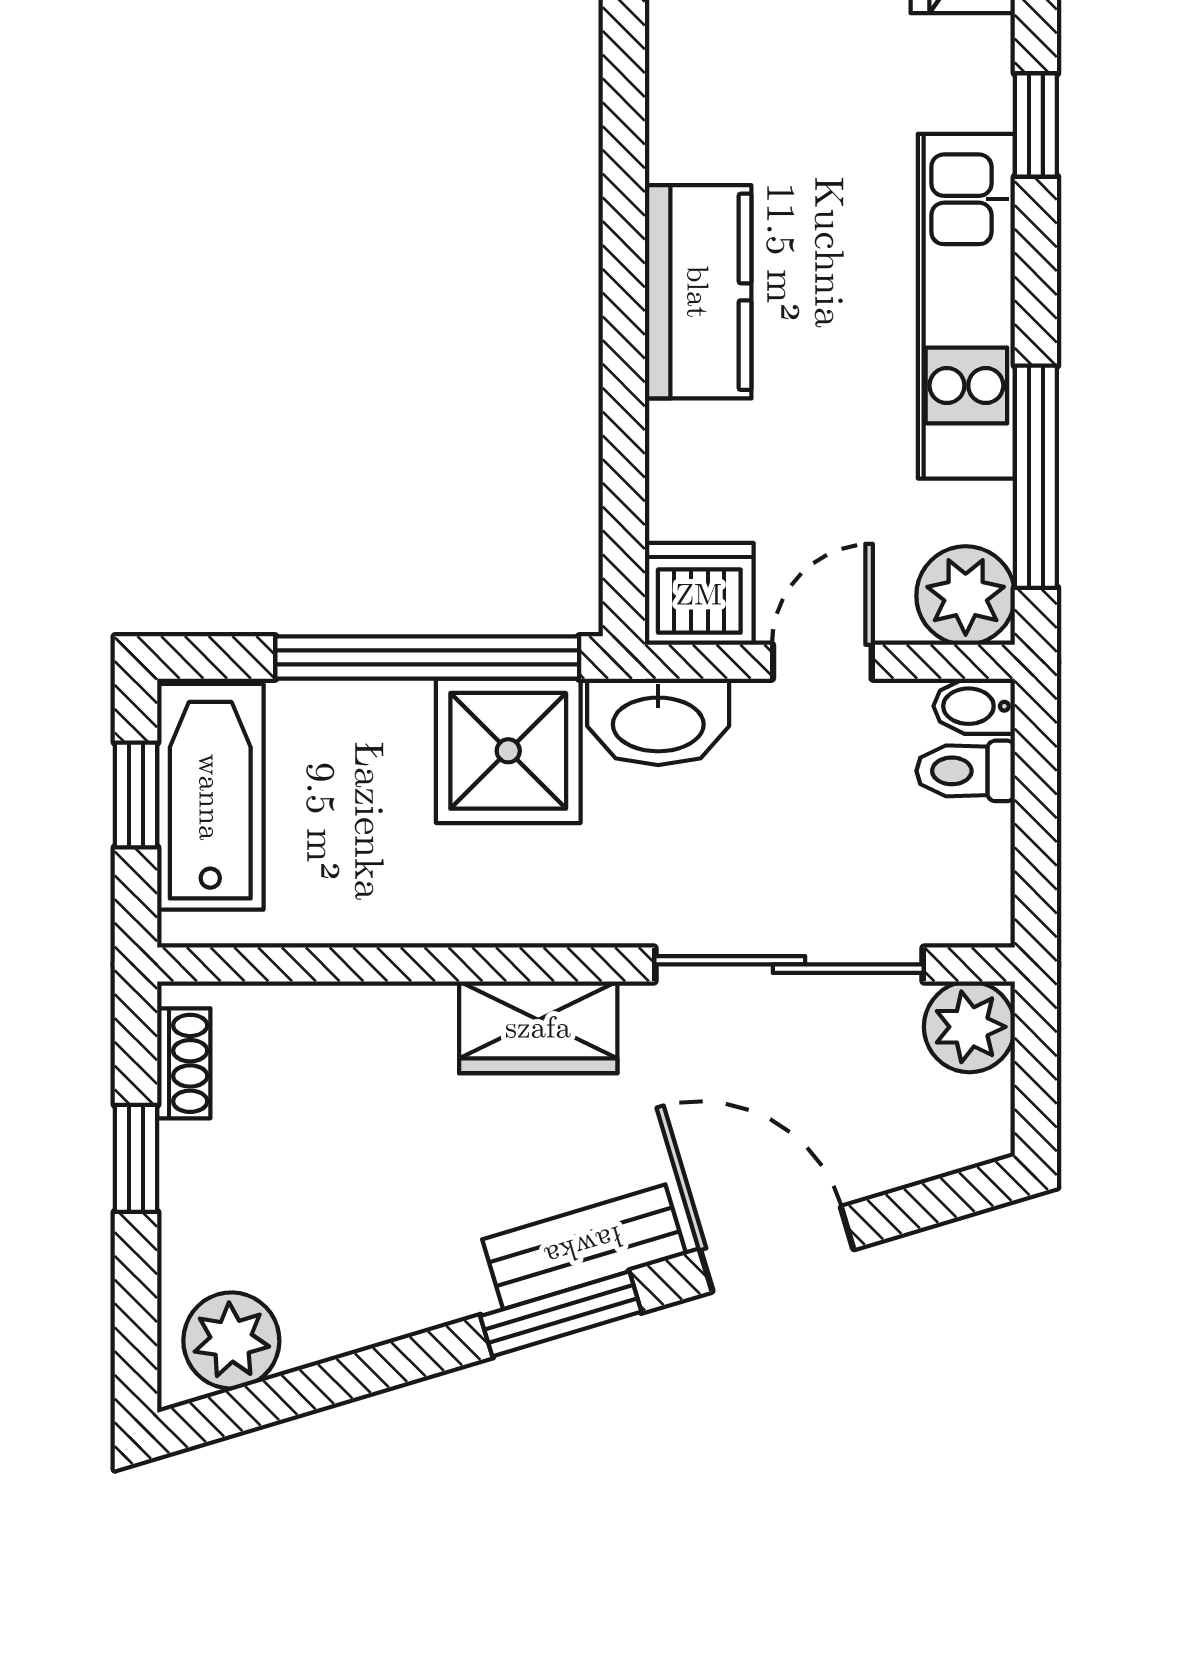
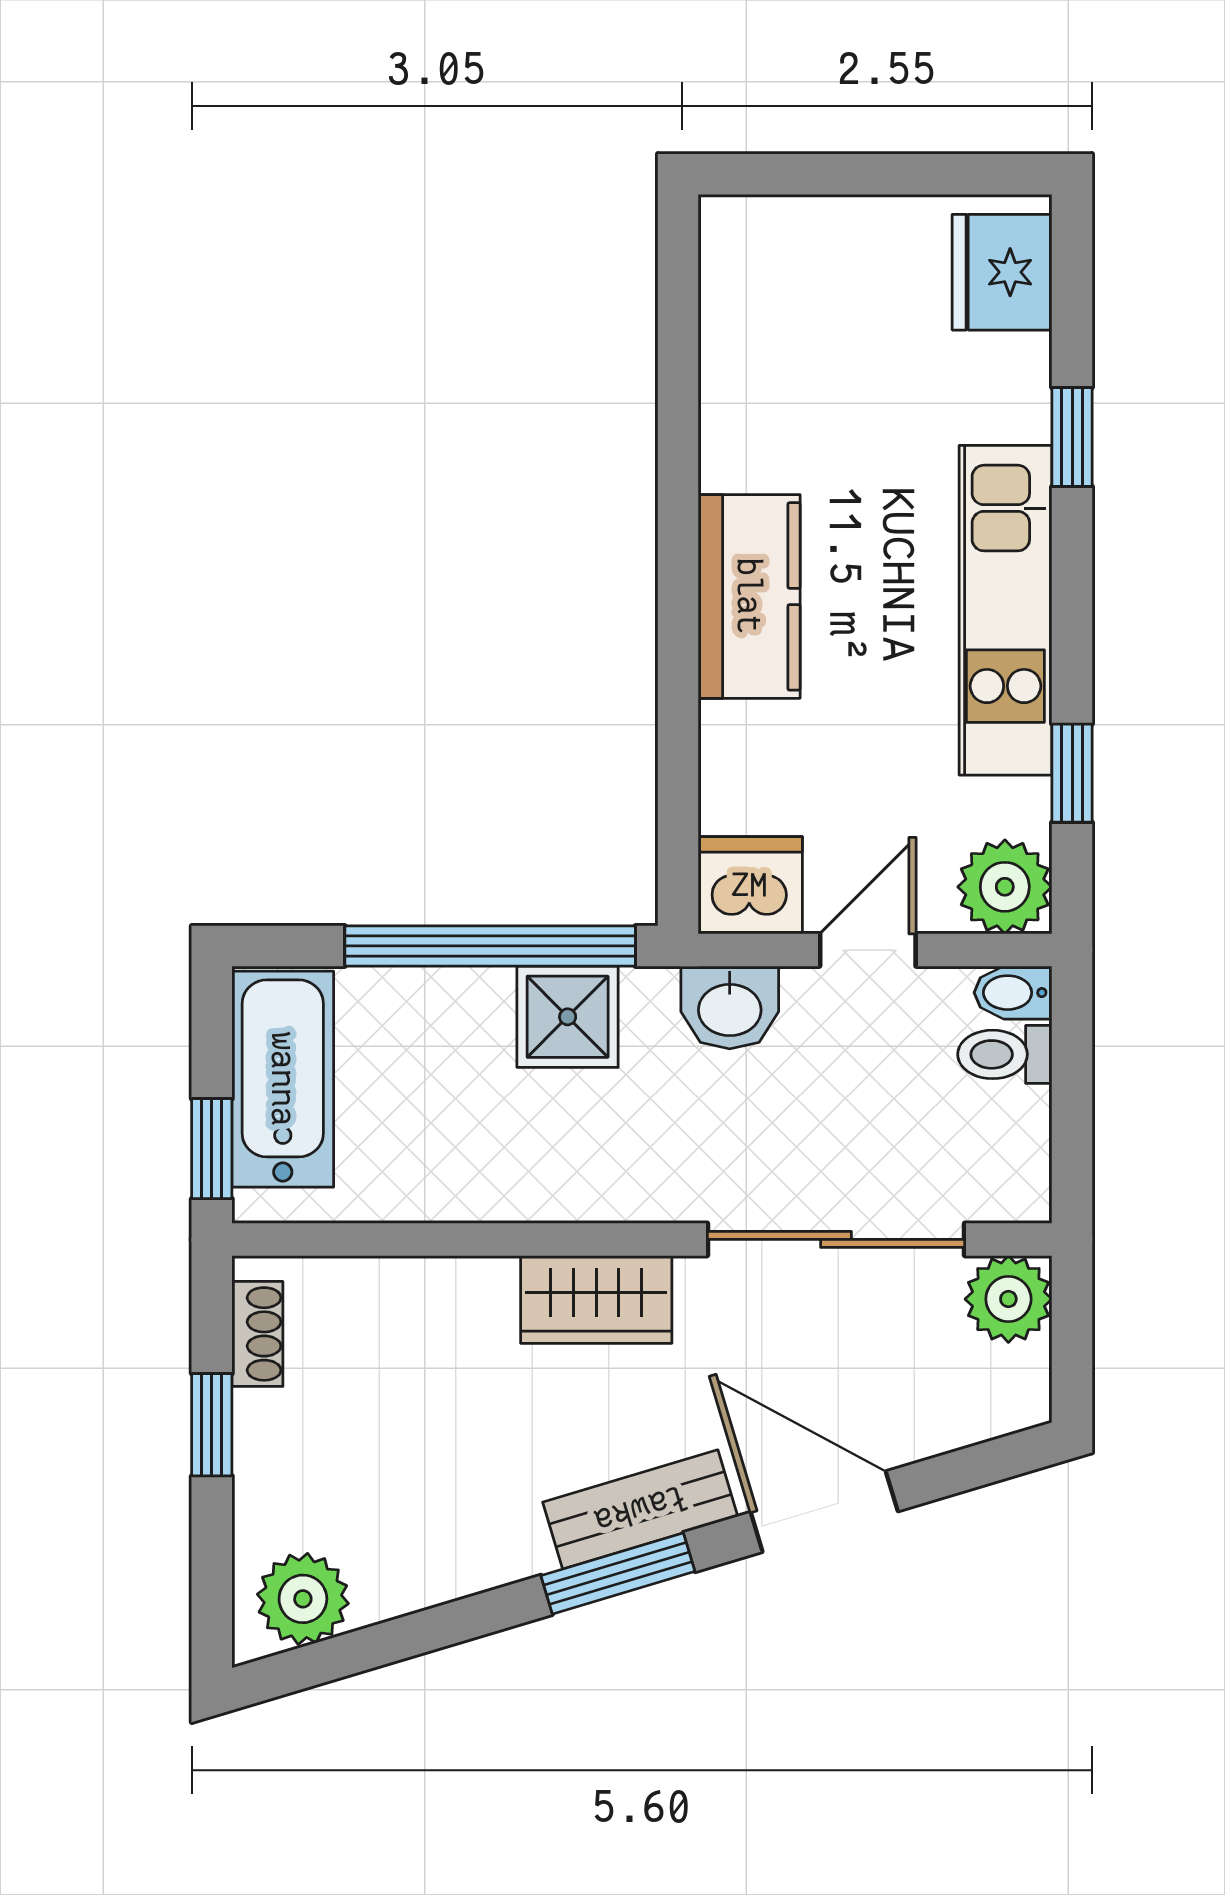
window: (1036, 477) -> (1072, 773), width x0.46
washbasin: (658, 722) -> (730, 1008), width x0.72
shower: (508, 751) -> (568, 1017), width x0.73, depth x0.73
window: (136, 795) -> (212, 1149), moved

